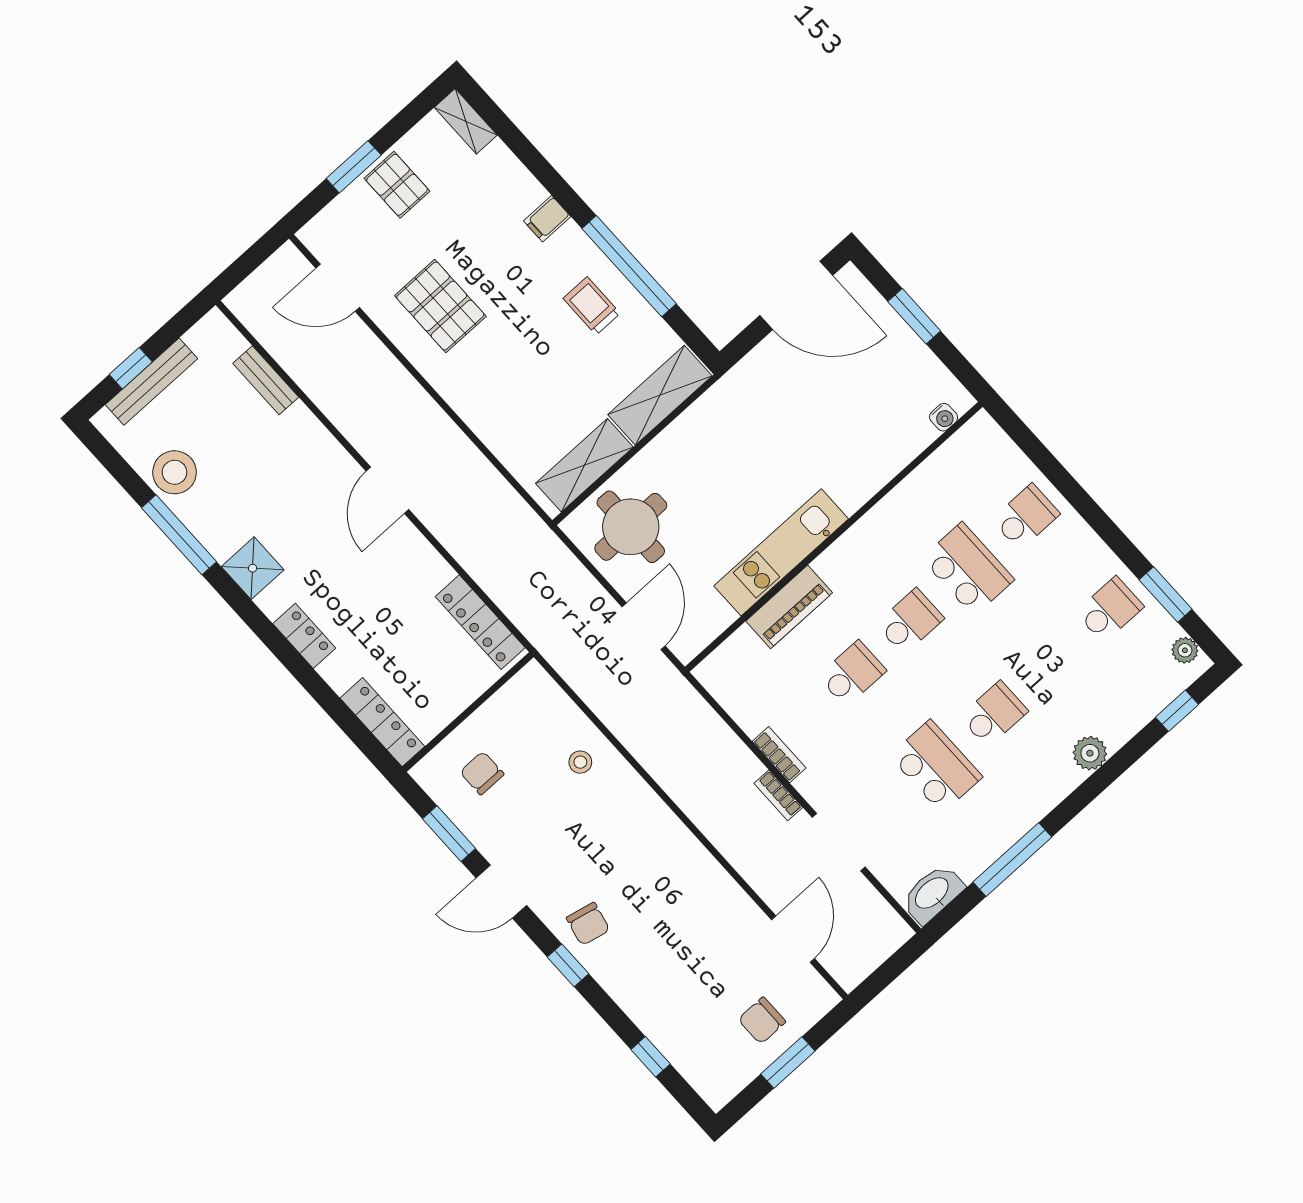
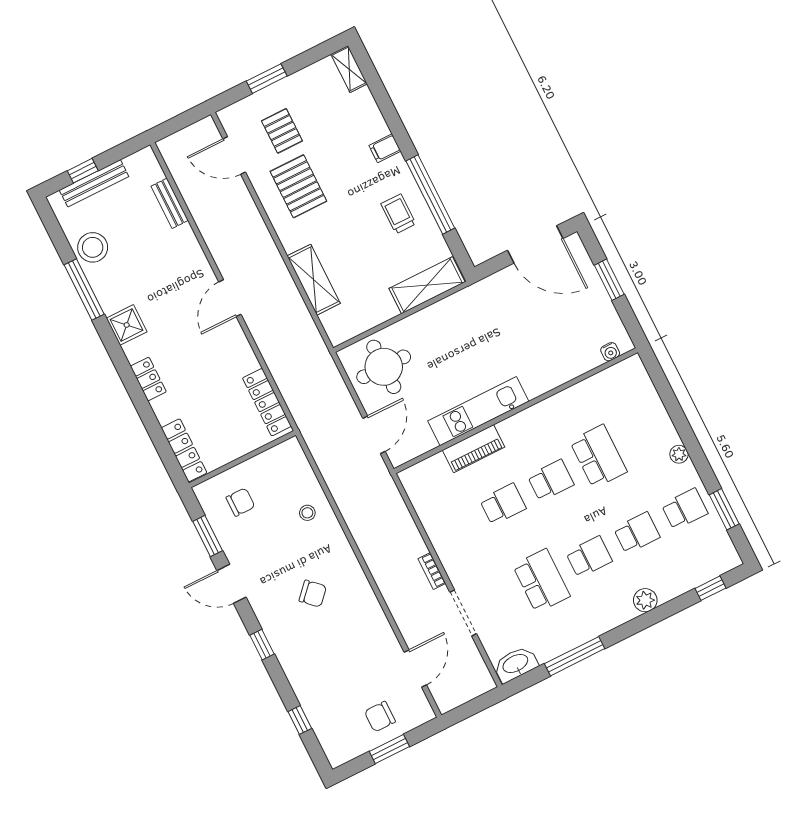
pallet: (397, 185) -> (282, 131), moved
shelving: (584, 465) -> (314, 280), moved, turned 90
school desk: (1026, 517) -> (637, 533), moved
plant: (1185, 650) -> (679, 454), moved
bookcase: (779, 755) -> (440, 544), removed
chair: (482, 773) -> (240, 502), turned 90
chair: (588, 924) -> (313, 594), moved, turned -60

